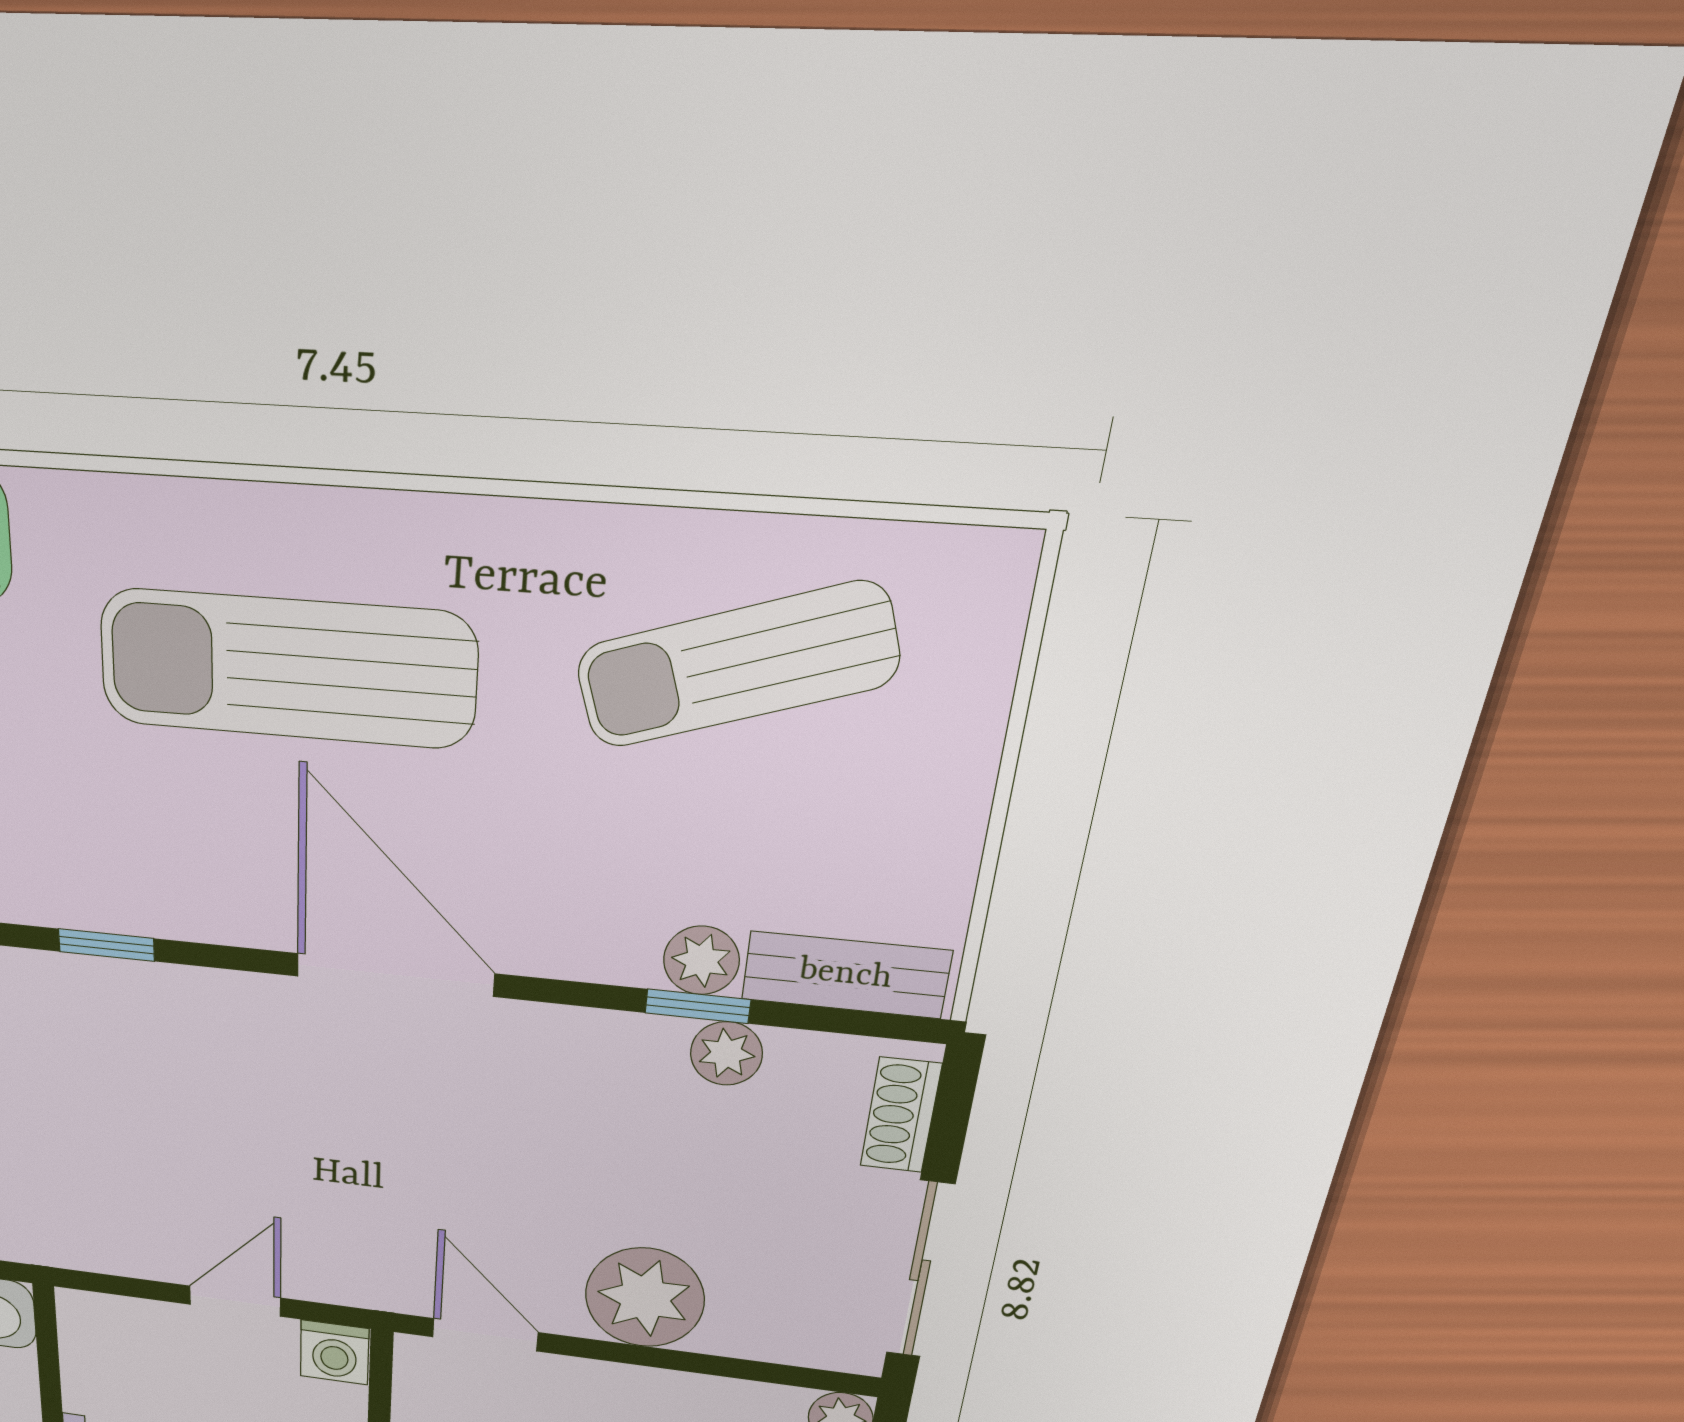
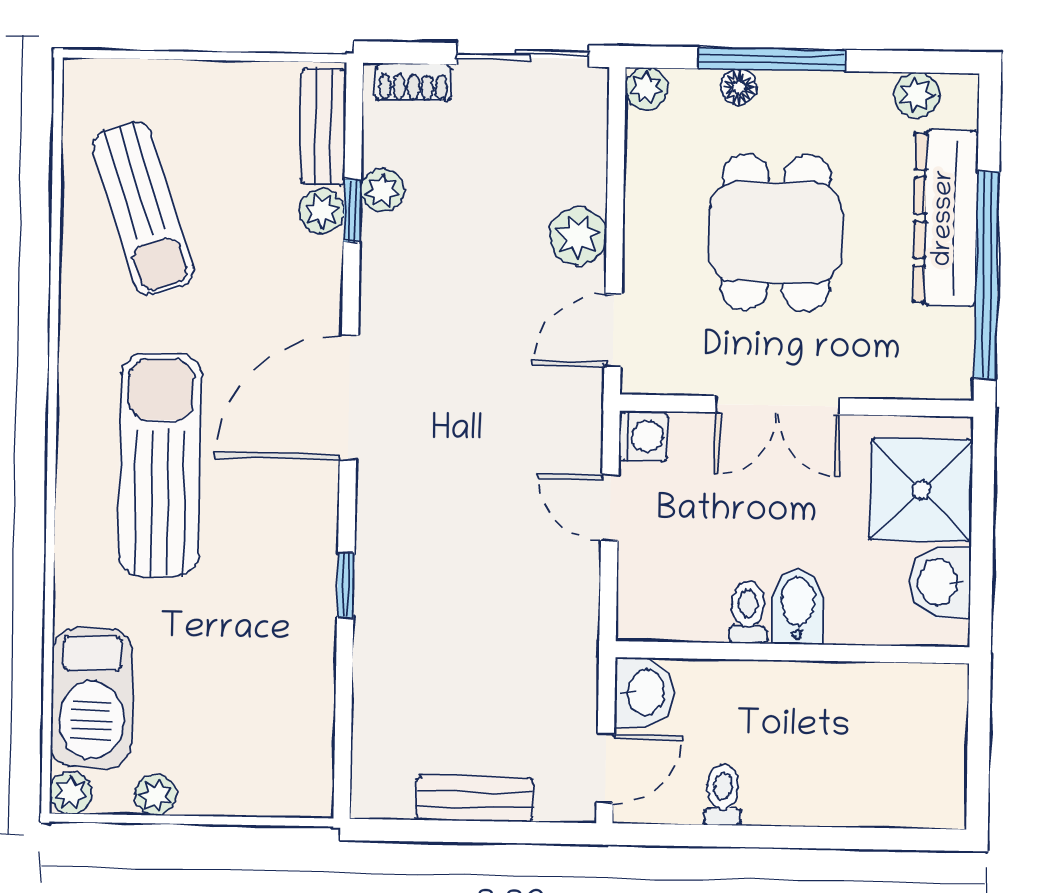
sun lounger: (286, 669) -> (160, 465), turned 180
plant: (645, 1298) -> (578, 236), width x0.73, depth x0.73

